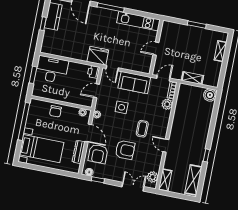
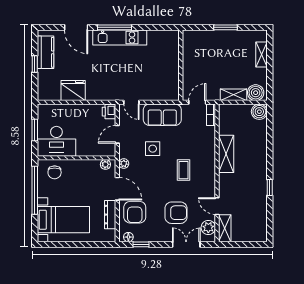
kitchen unit: (138, 21) -> (120, 38), moved
door: (156, 49) -> (181, 67), removed
fridge: (98, 56) -> (73, 90), moved
desk: (52, 69) -> (56, 141), moved, turned 180
boiler: (210, 80) -> (256, 93), added
plant: (167, 104) -> (209, 134), removed
chair: (55, 111) -> (55, 172), moved
door: (166, 146) -> (217, 206), moved
armchair: (125, 150) -> (176, 213), moved
shelving: (193, 180) -> (226, 154), moved

